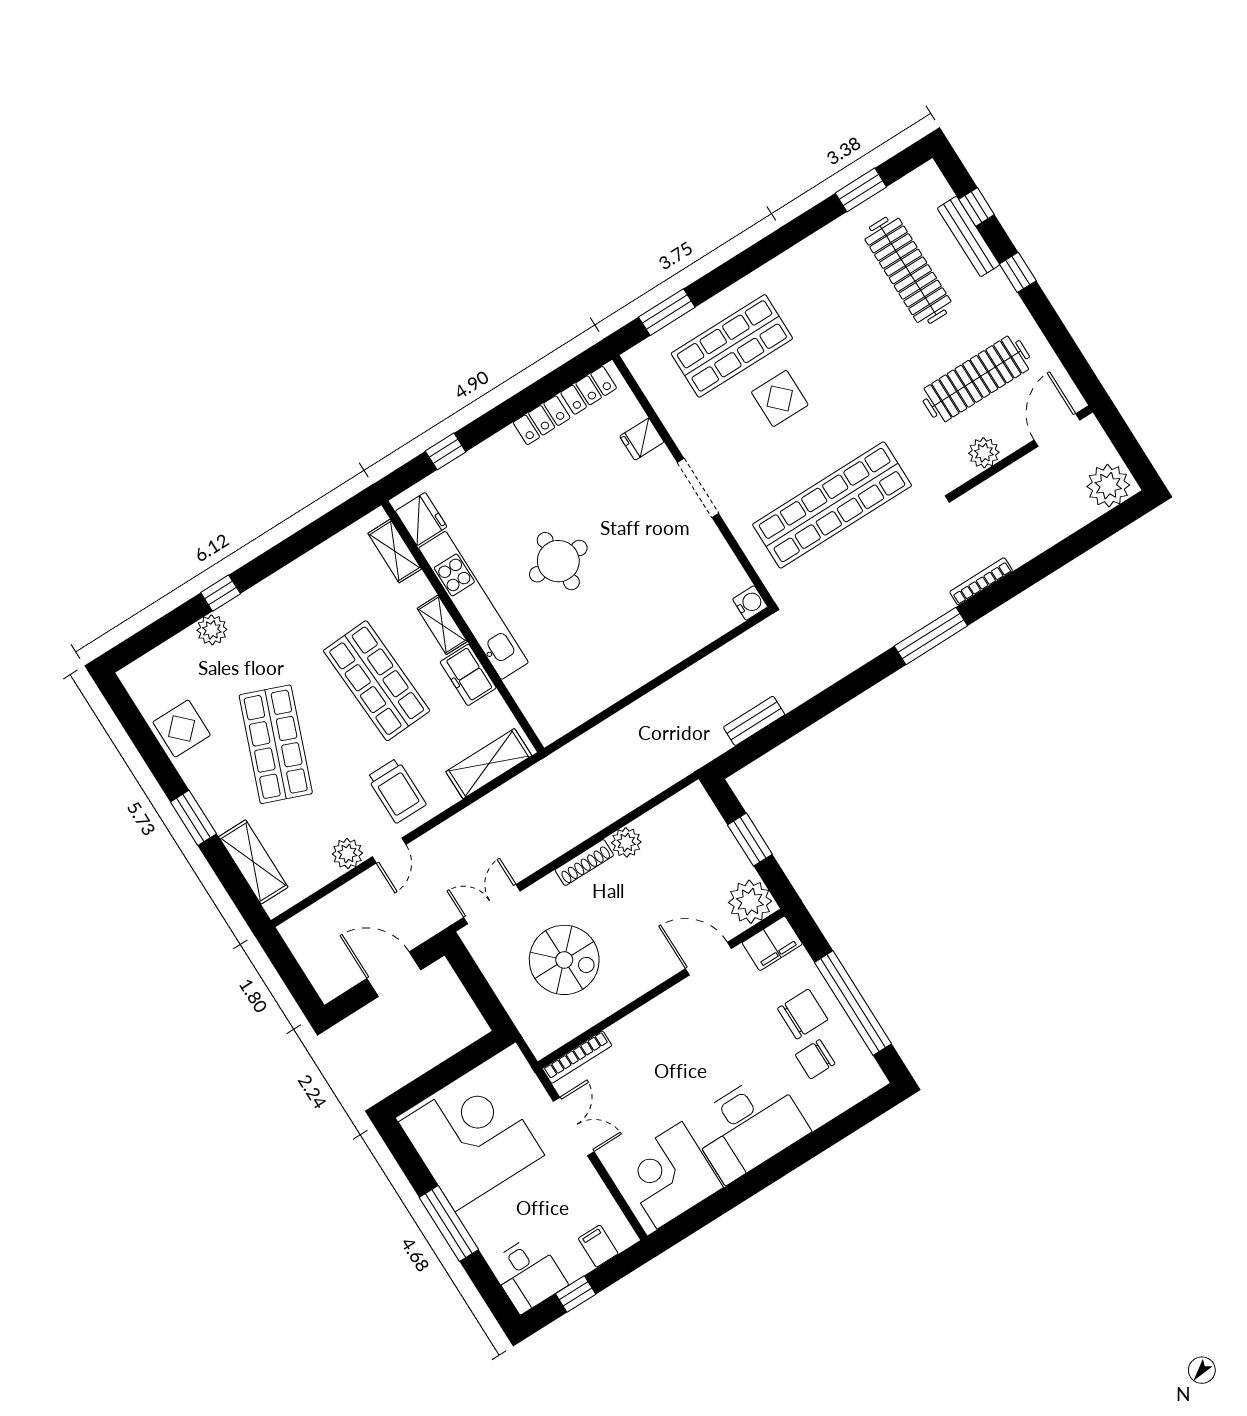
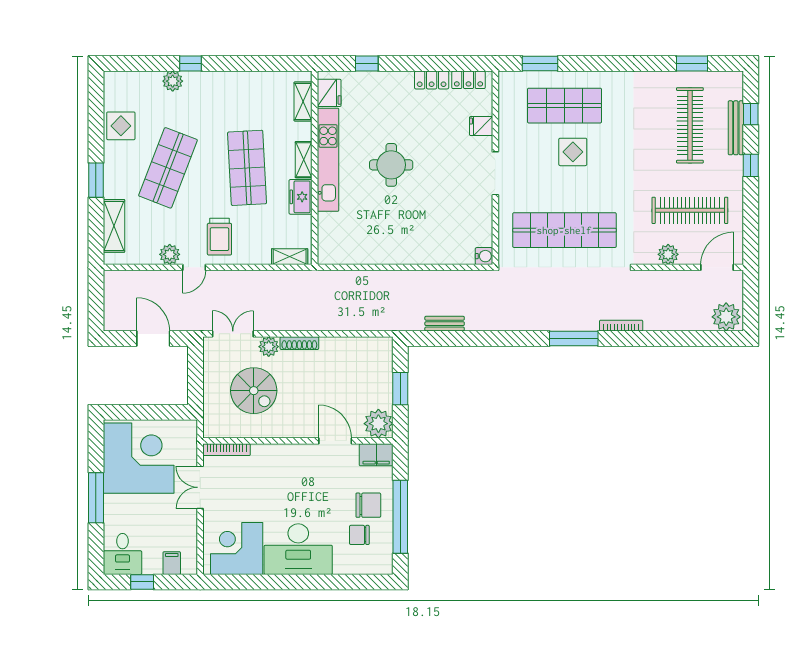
shelving: (489, 764) -> (290, 257), width x0.67, depth x0.75
plant: (626, 842) -> (269, 347), moved
double door: (574, 1126) -> (200, 487), swing flipped

